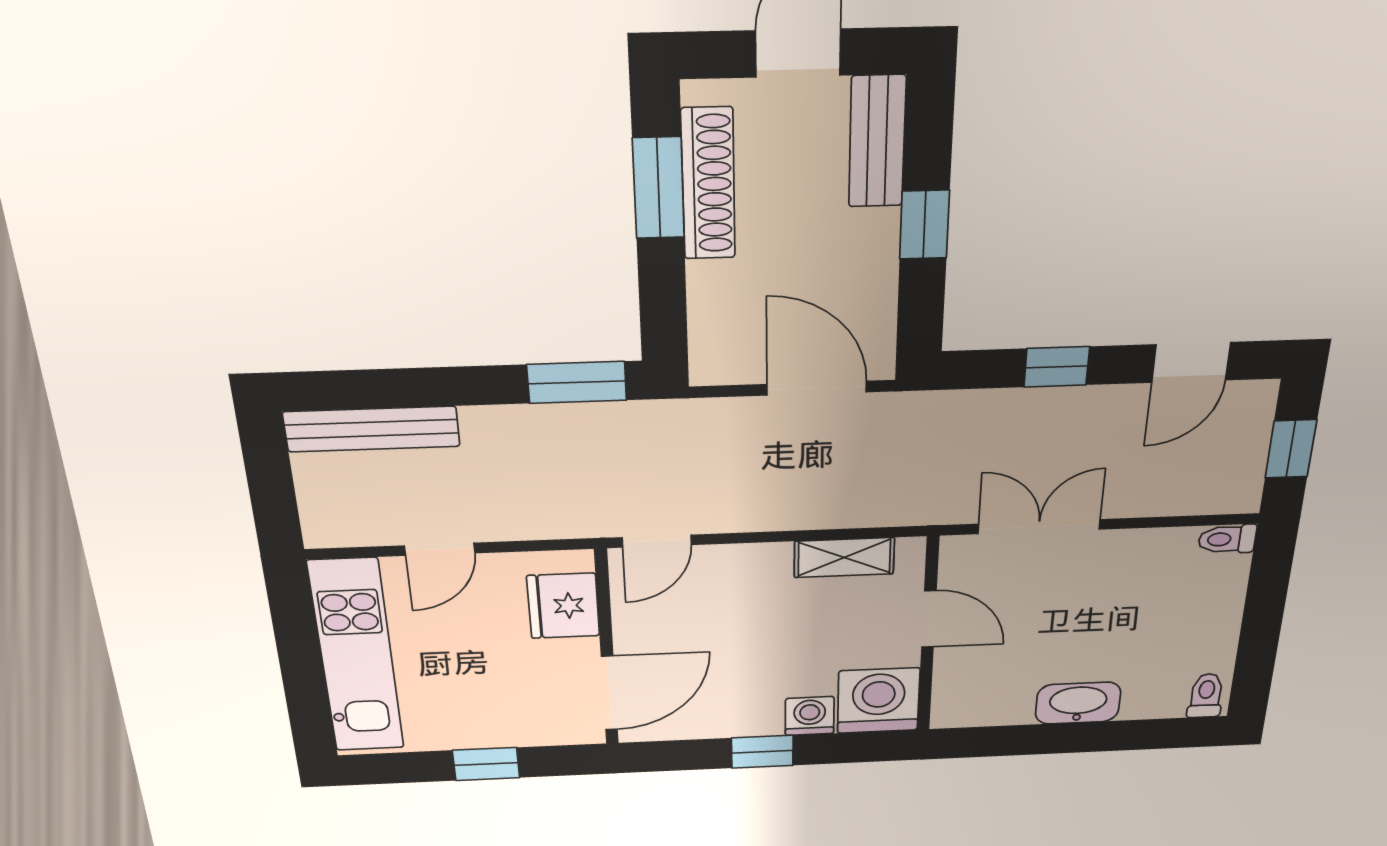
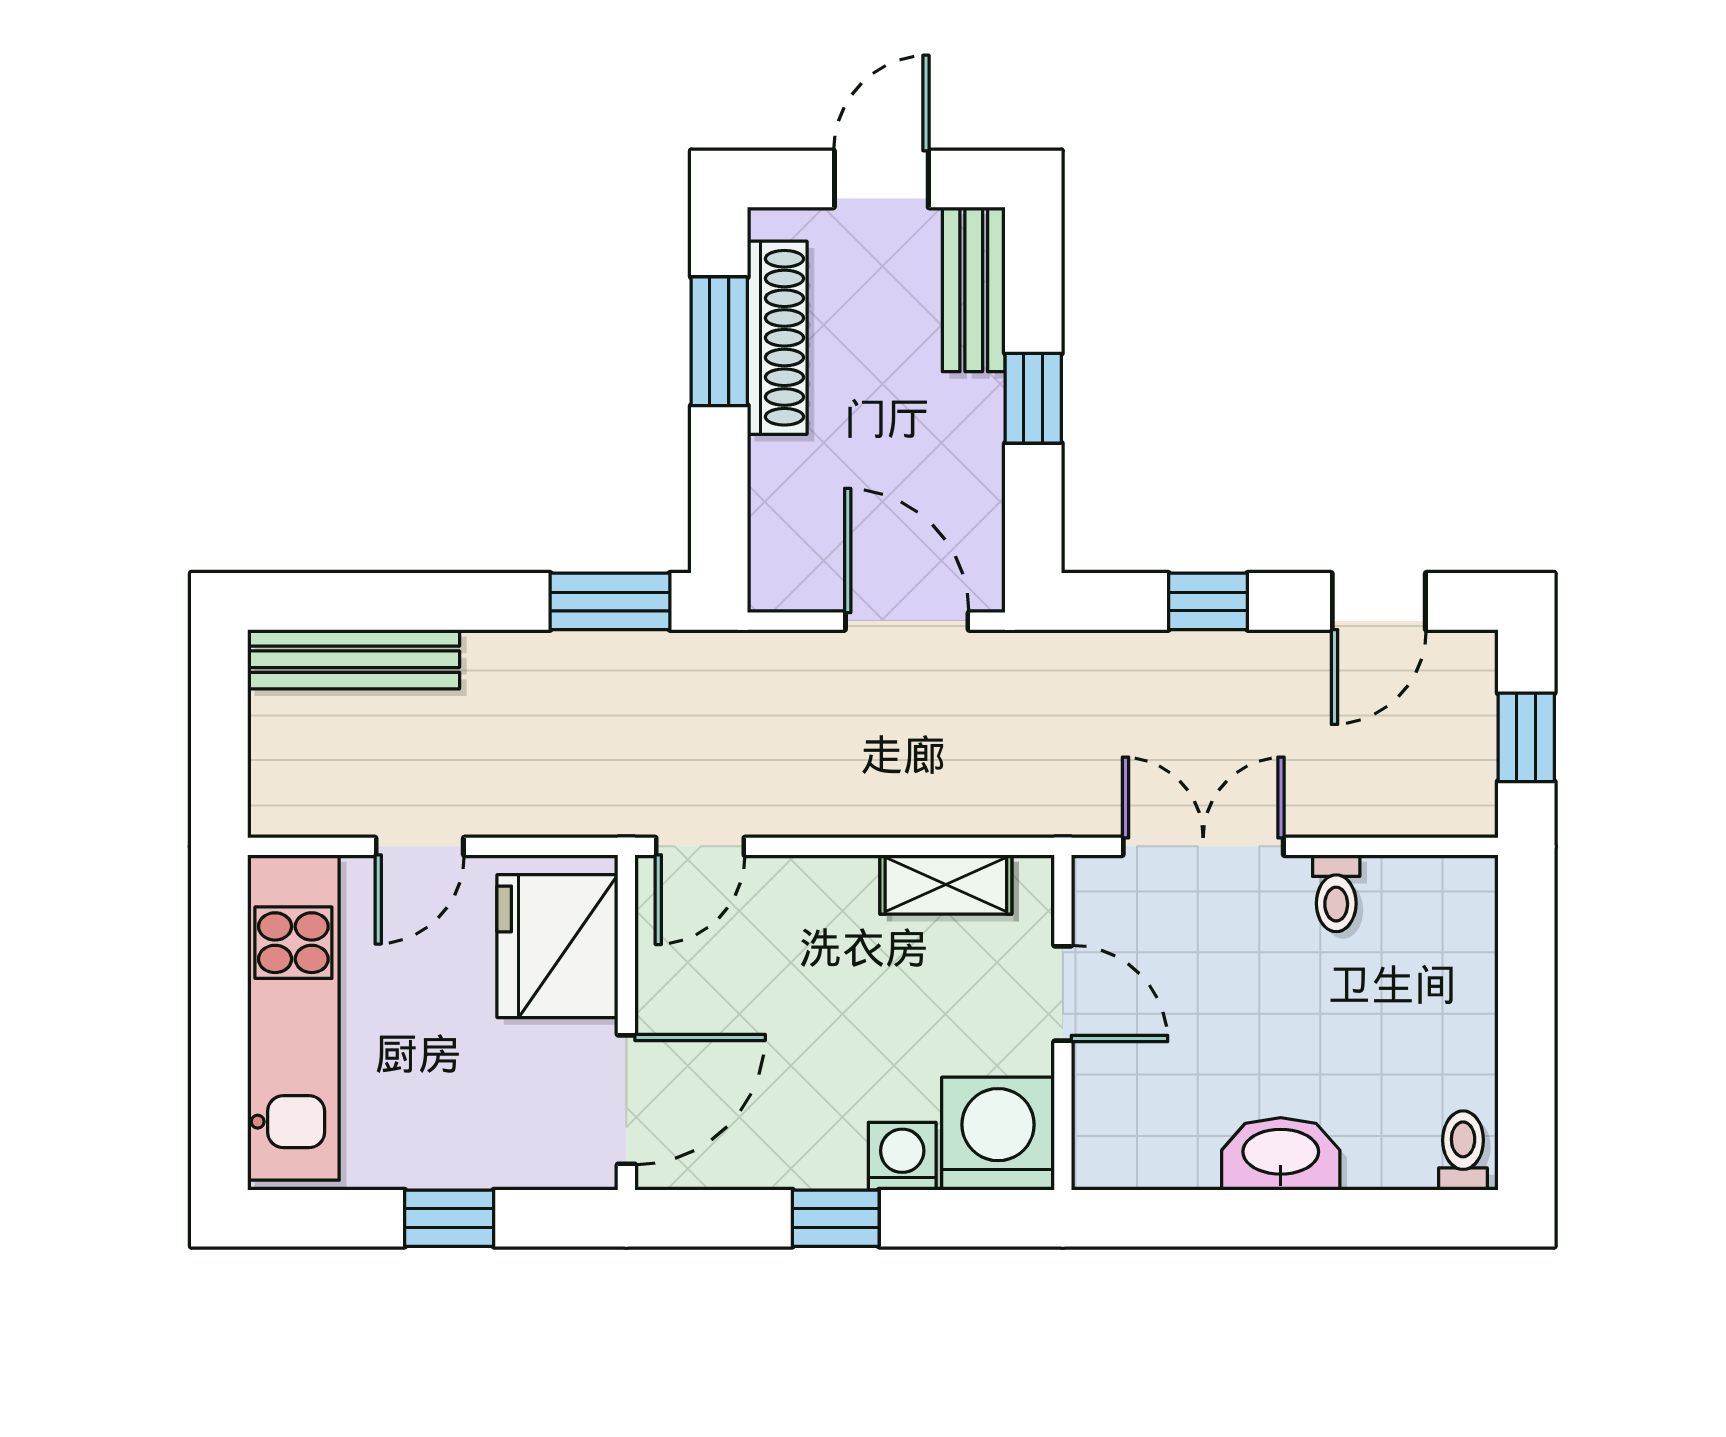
toilet: (1227, 539) -> (1336, 893), moved, turned -90
fridge: (563, 606) -> (557, 946), width x1.36, depth x1.34

